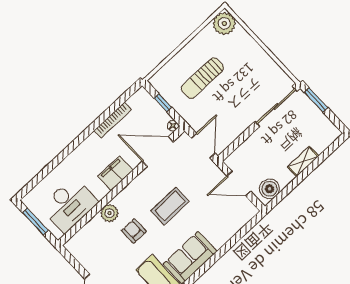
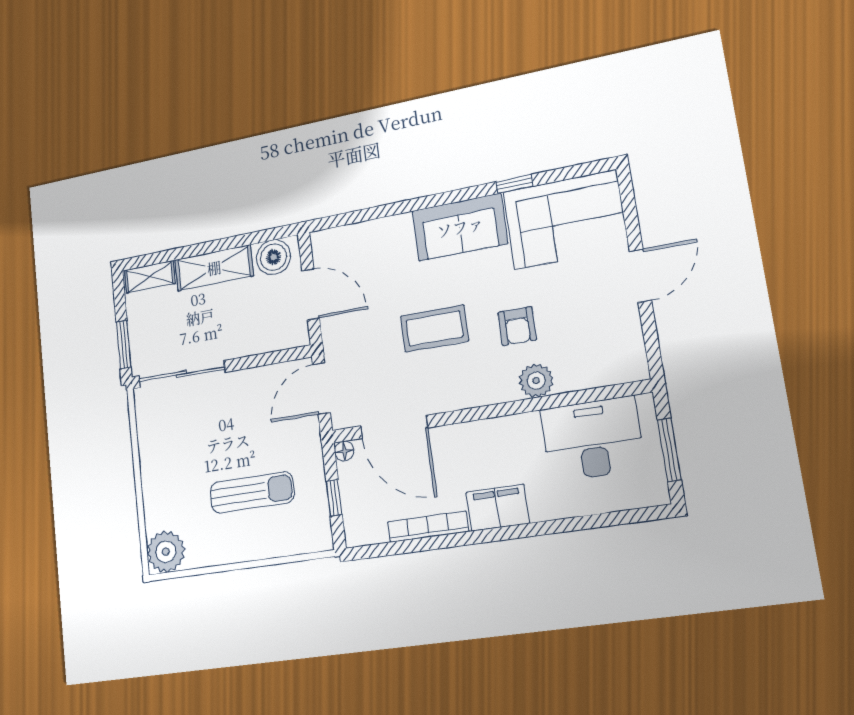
shelving: (326, 140) -> (150, 277), added
shelving: (303, 161) -> (214, 268), width x1.50, depth x1.33
filing cabinet: (115, 173) -> (498, 508), moved, turned 180

